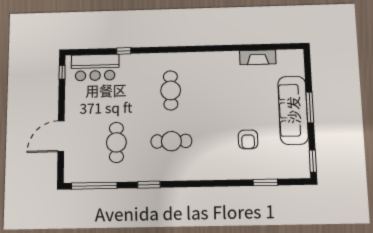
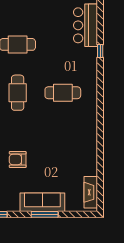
fireplace: (258, 57) -> (91, 192), moved
sofa: (293, 110) -> (42, 202), width x0.74, depth x0.79

